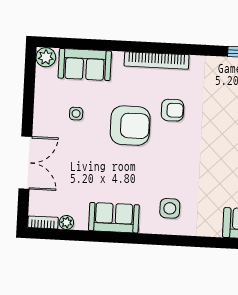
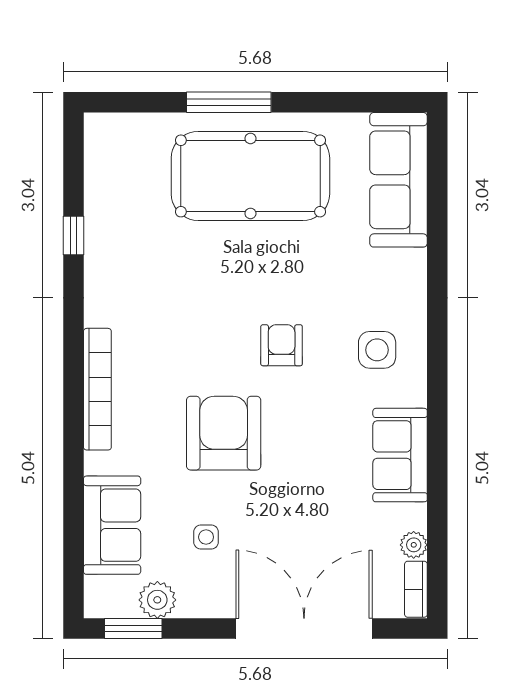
plant: (46, 57) -> (157, 600), moved
window: (30, 73) -> (133, 628), added
armchair: (172, 110) -> (282, 345), moved
double door: (25, 163) -> (304, 628), width x1.36

